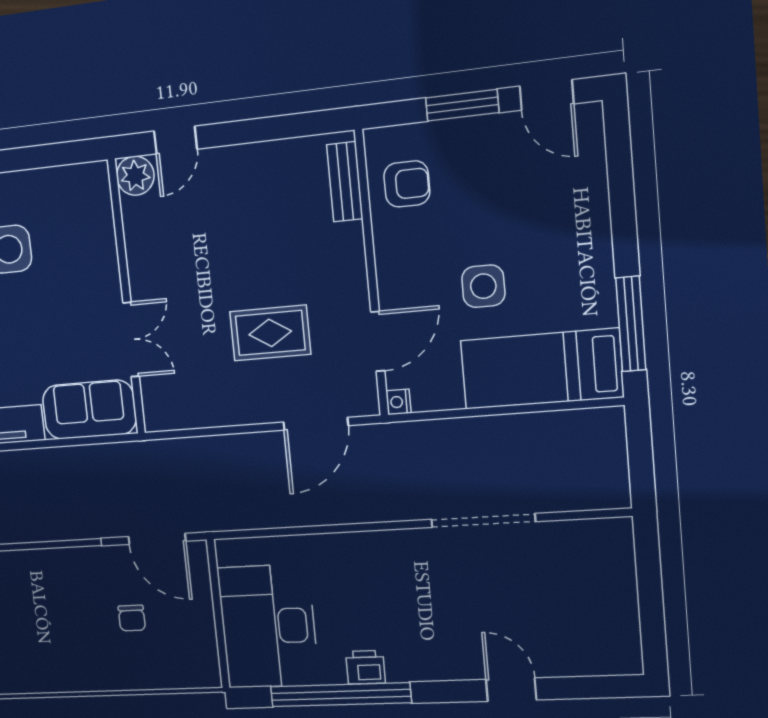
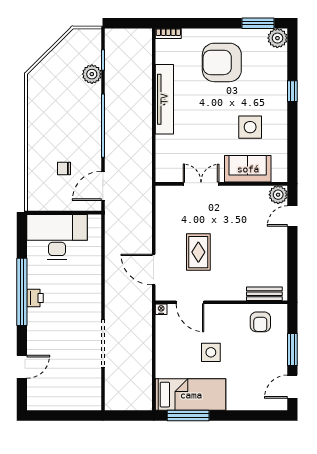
door: (176, 140) -> (292, 216), hinge flipped
double door: (131, 340) -> (201, 184), swing flipped
bed: (542, 369) -> (191, 395), moved, turned 90
sofa: (89, 410) -> (248, 169), moved, turned -90
printer: (365, 667) -> (35, 298), moved
door: (511, 690) -> (22, 367), moved
window: (341, 695) -> (22, 292), moved

